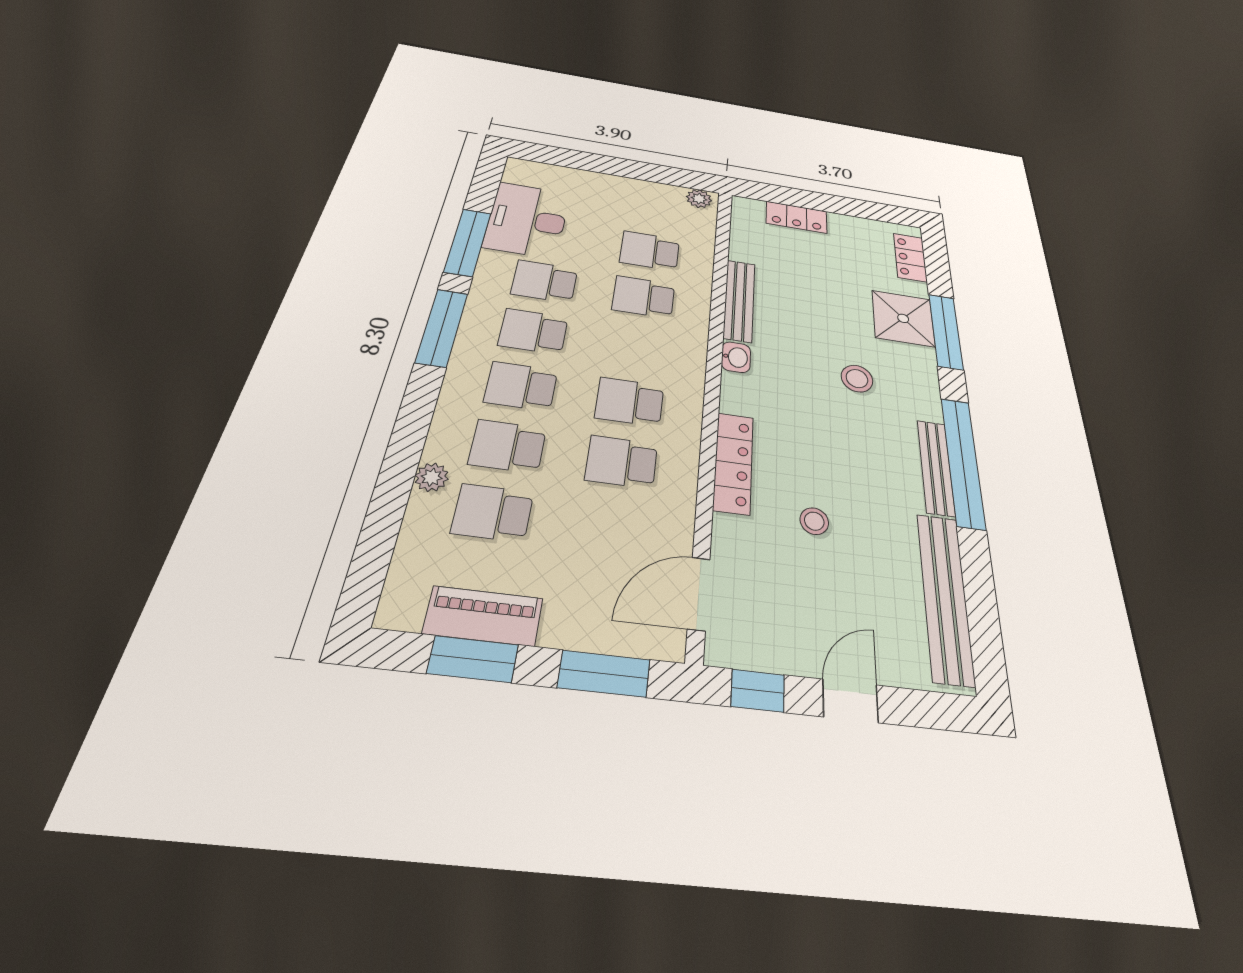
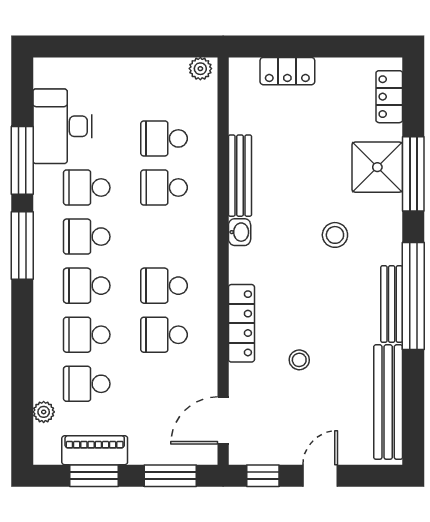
plant: (432, 477) -> (44, 412), moved

